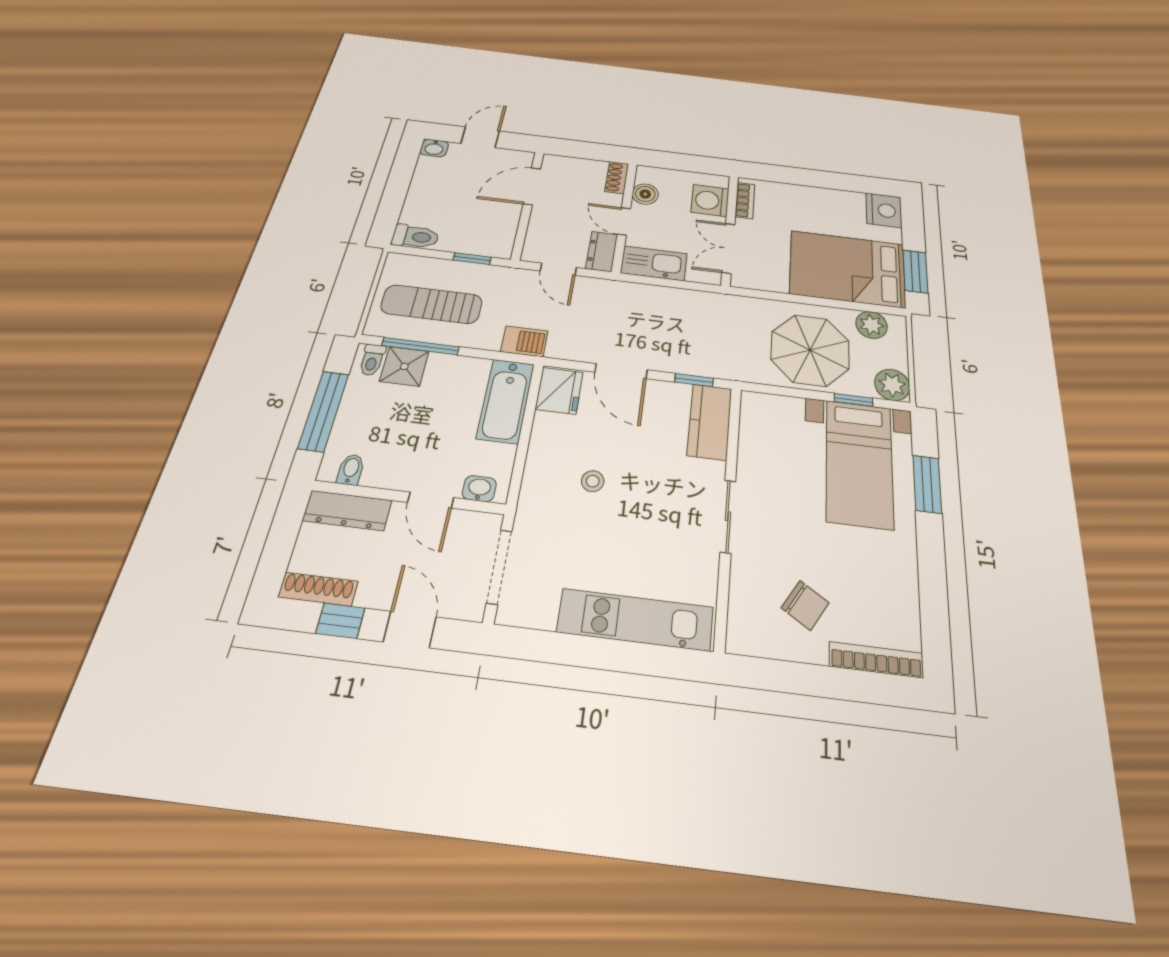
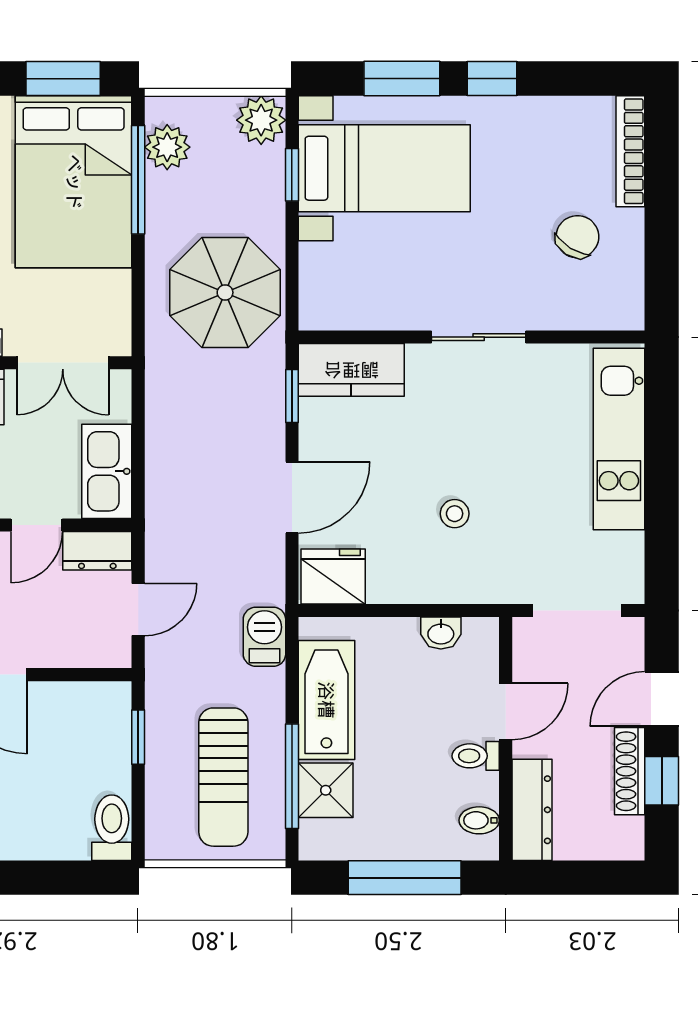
window: (849, 305) -> (138, 180), added
parasol: (810, 350) -> (225, 293), moved
toilet: (372, 360) -> (476, 756), moved, turned 180
bathtub: (506, 401) -> (326, 700), moved, turned -90
washbasin: (479, 489) -> (441, 633), moved, turned -90
window: (931, 552) -> (492, 79), added
shoe rack: (318, 589) -> (630, 771), moved

